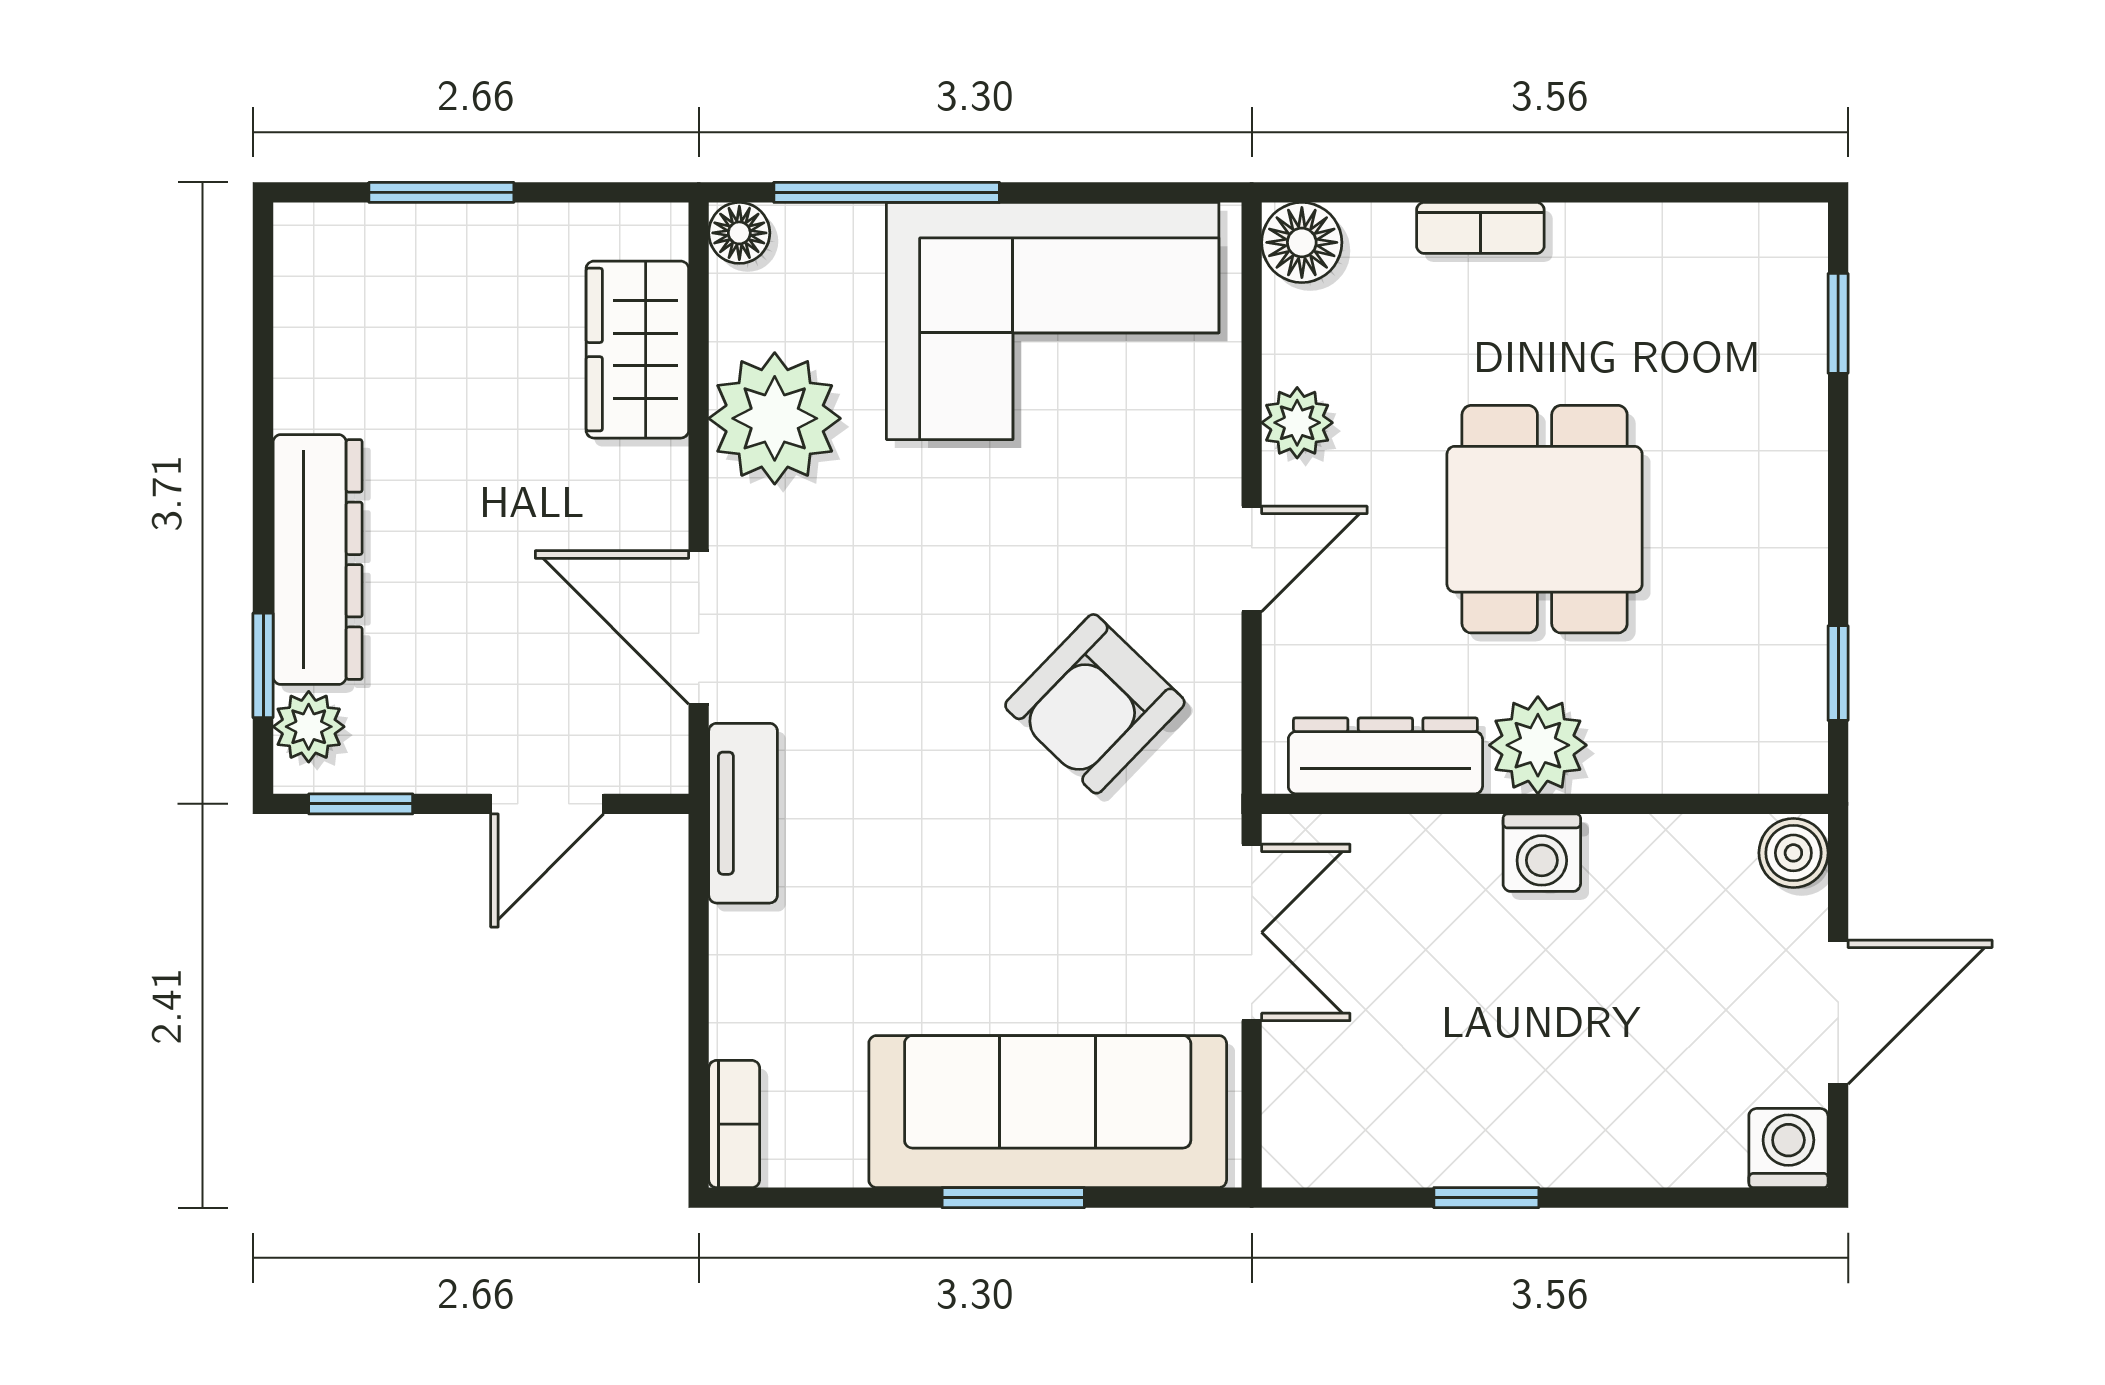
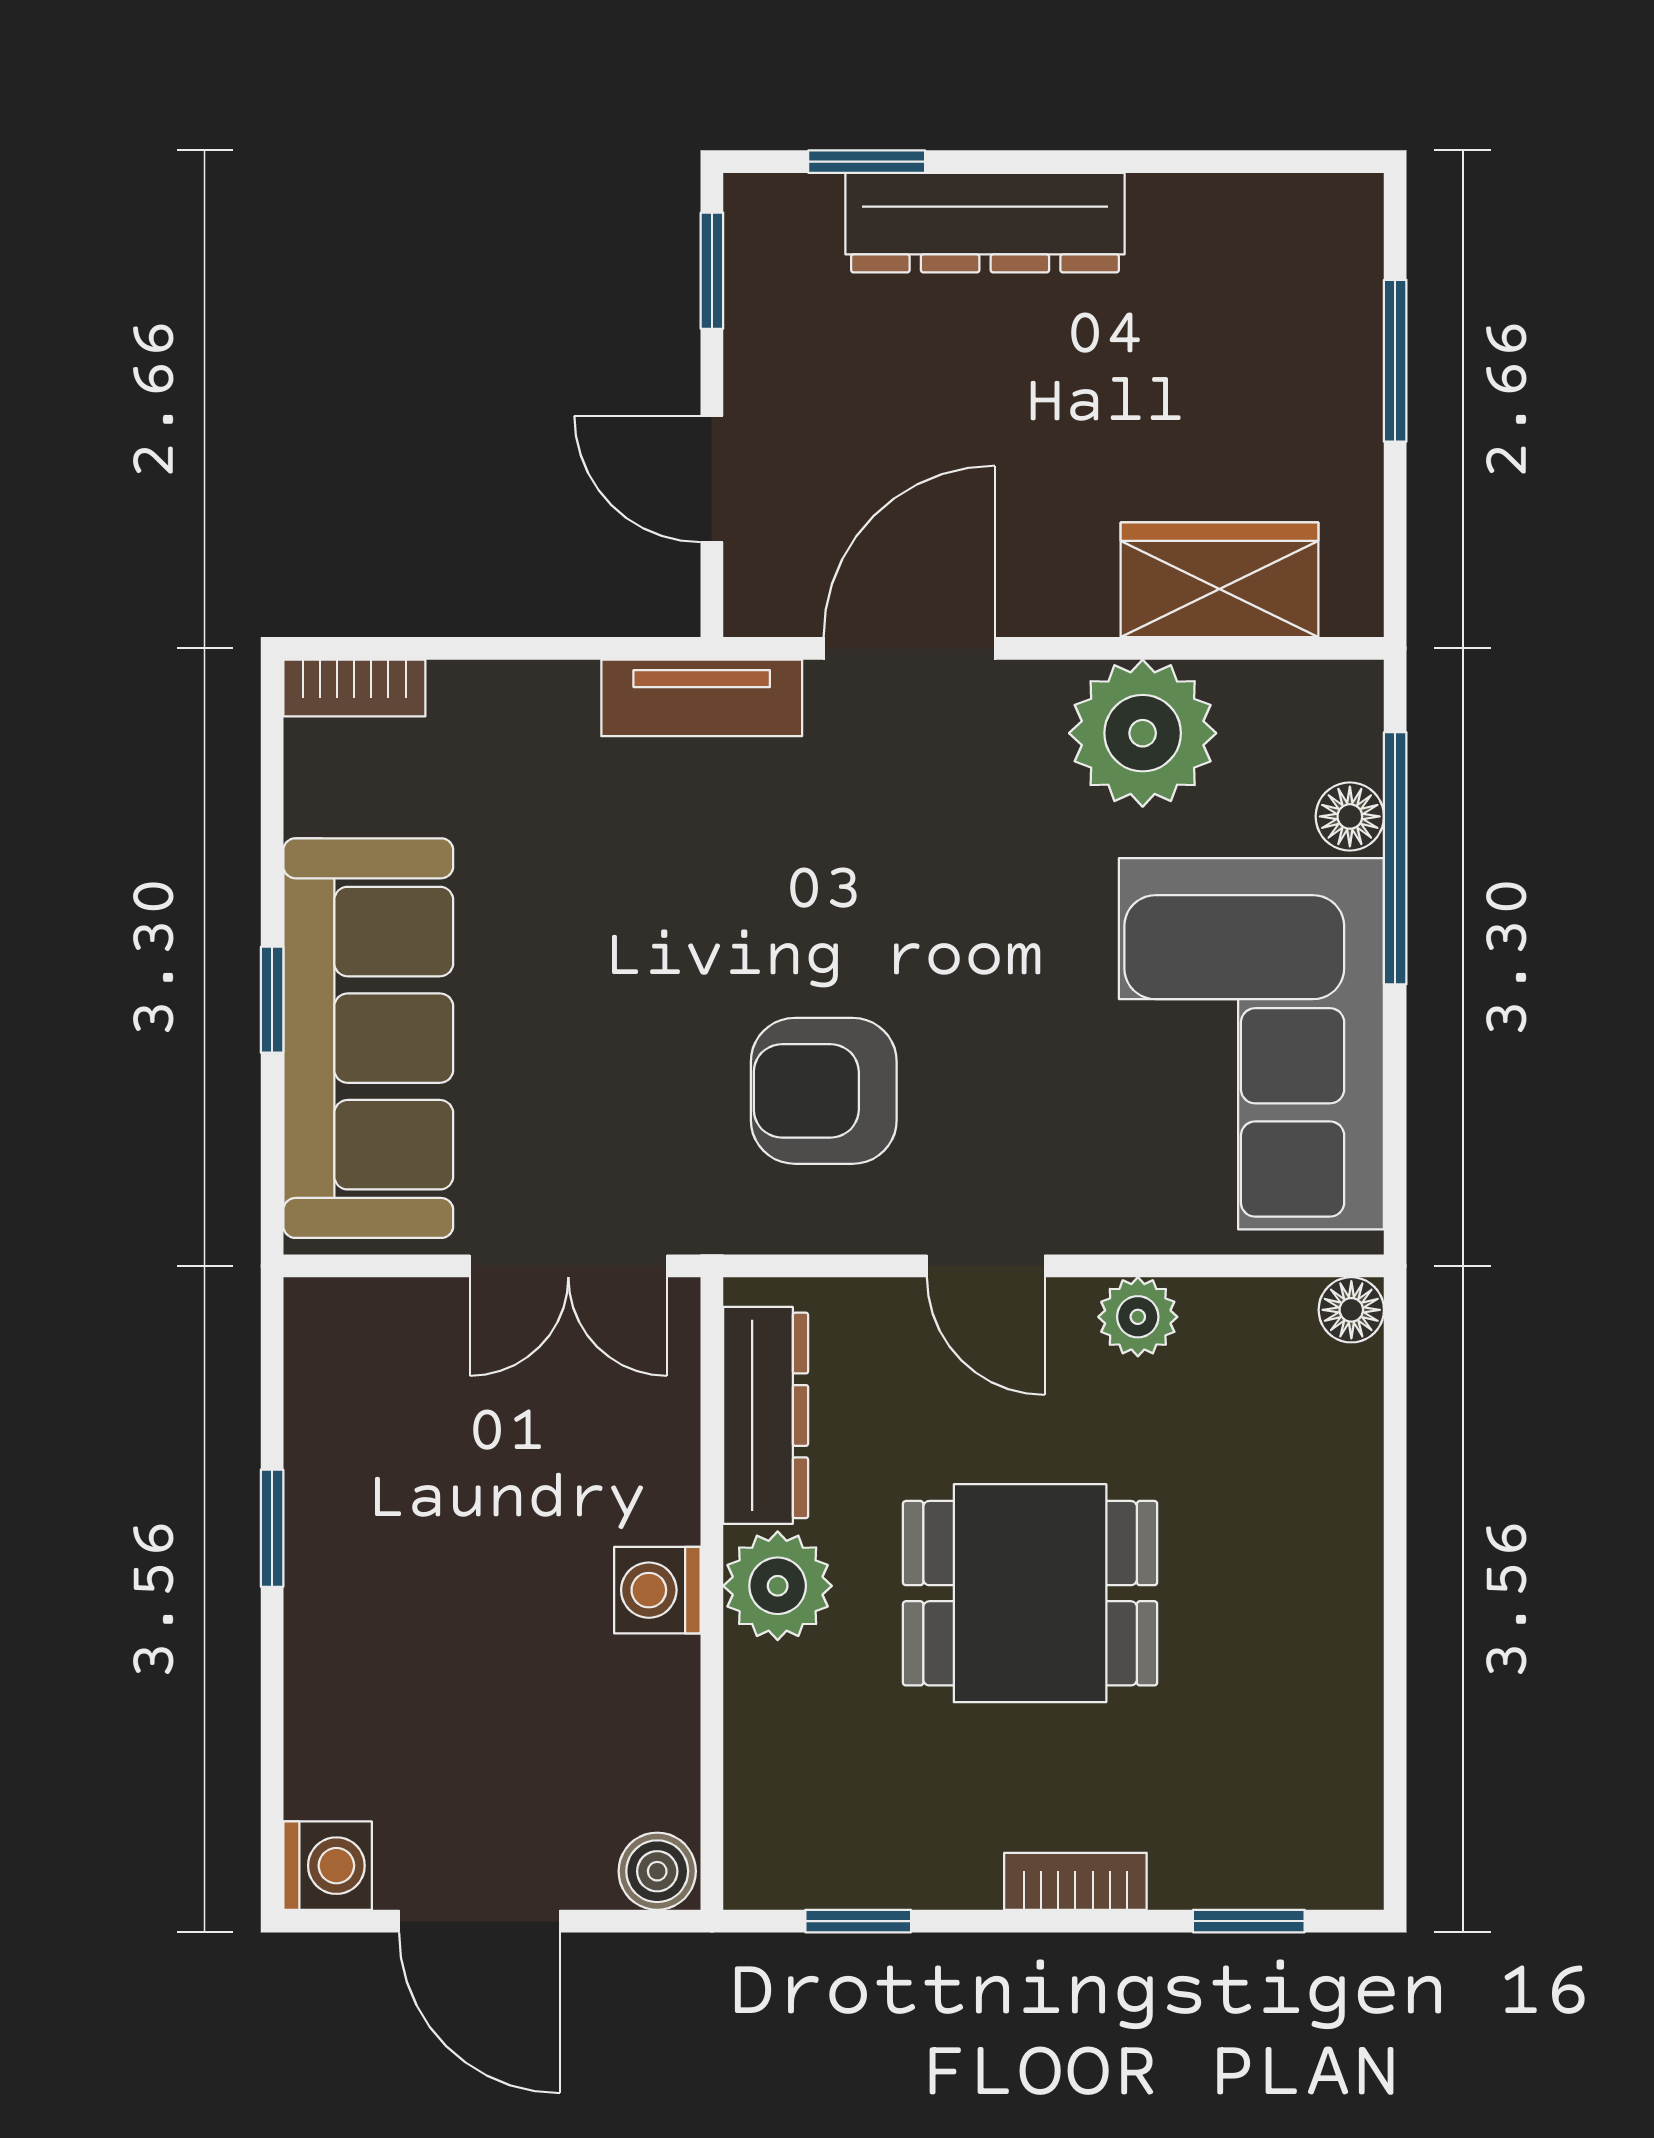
bookcase: (1480, 228) -> (1075, 1881), moved, turned 90
floor lamp: (739, 233) -> (1350, 816), moved
floor lamp: (1302, 242) -> (1351, 1310), width x0.73, depth x0.73
armchair: (1095, 704) -> (824, 1091), turned -44
plant: (309, 727) -> (798, 213), removed
window: (1013, 1198) -> (272, 1000), width x0.67

